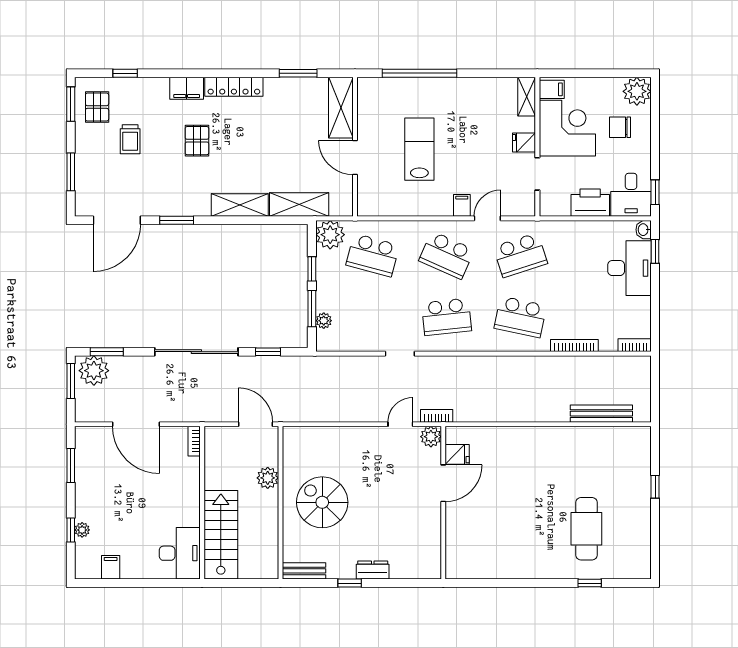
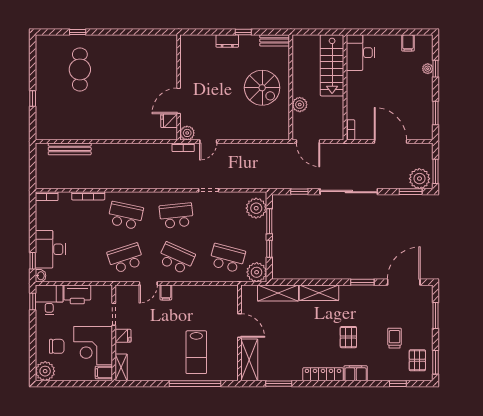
lab bench: (419, 149) -> (196, 352), moved
plant: (324, 321) -> (256, 208), width x1.88, depth x1.88

